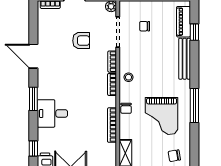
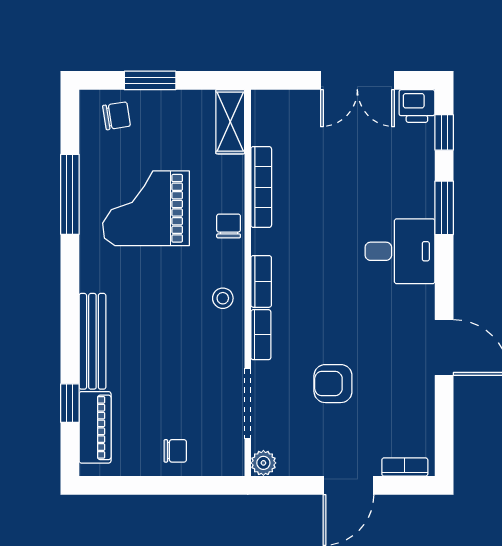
chair: (145, 26) -> (175, 451), moved
window: (33, 99) -> (444, 208), moved
window: (194, 105) -> (70, 194), moved
desk: (52, 113) -> (400, 251), moved
grand piano: (162, 116) -> (146, 208), turned -90

